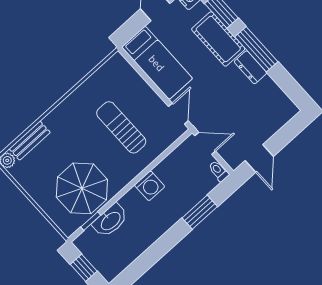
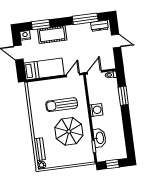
window: (256, 49) -> (85, 19), moved
dresser: (250, 67) -> (100, 26), moved
door: (178, 114) -> (73, 75), hinge flipped
door: (259, 158) -> (116, 41), moved
parasol: (82, 188) -> (69, 131), moved

